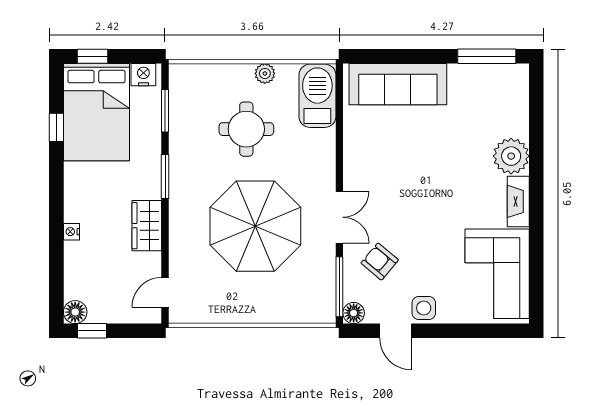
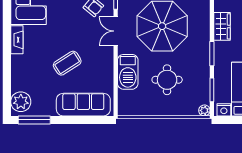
plant: (265, 73) -> (204, 110), moved
barbecue: (317, 96) -> (128, 72), moved
plant: (511, 156) -> (21, 102), moved
coffee table: (427, 159) -> (67, 63), added

